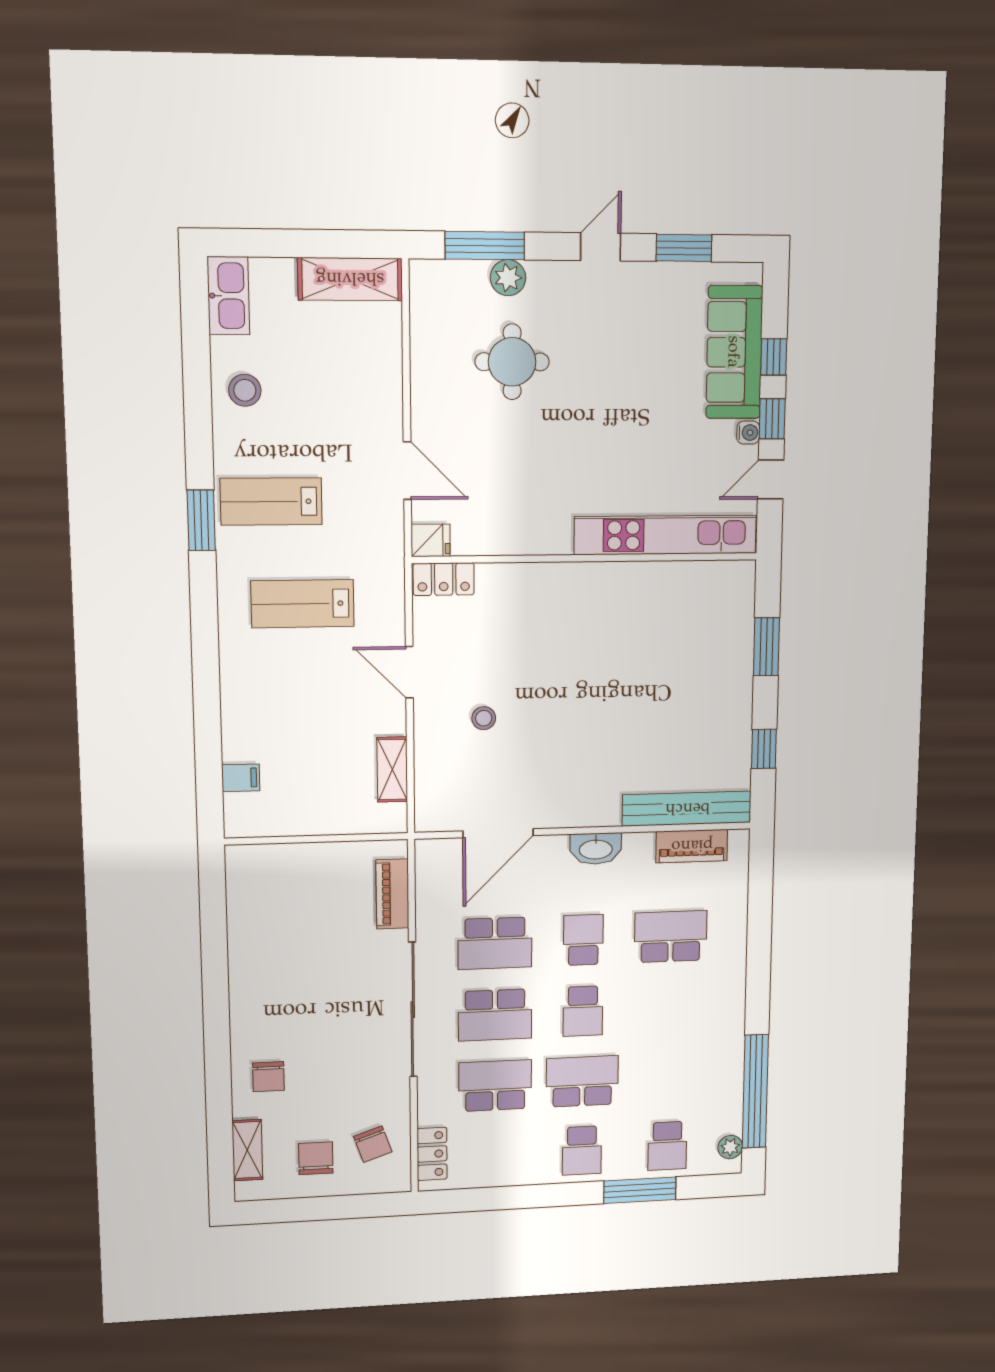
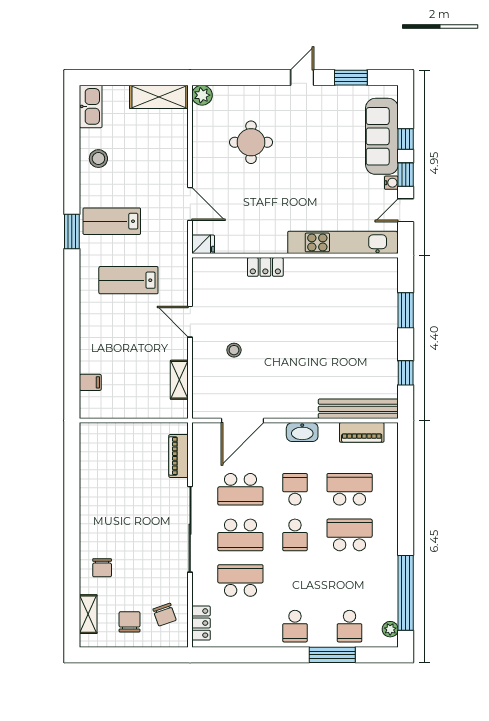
window: (485, 246) -> (235, 78), removed
plant: (508, 278) -> (202, 95), moved
locker: (444, 579) -> (265, 267), moved
school desk: (582, 1081) -> (350, 535), moved

